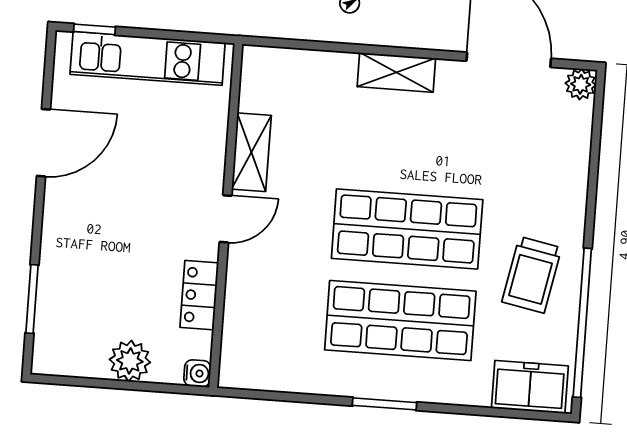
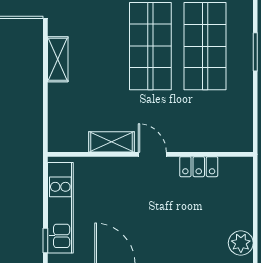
plant: (130, 361) -> (241, 243), moved
water cooler: (197, 373) -> (245, 164), removed

